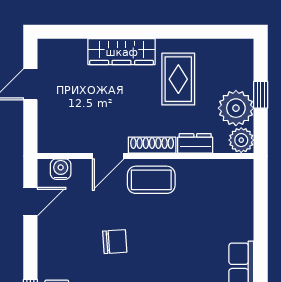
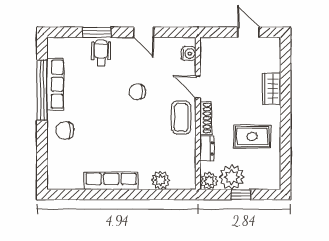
wardrobe: (122, 52) -> (271, 89), width x0.67
door: (30, 202) -> (144, 32), moved
plant: (240, 209) -> (161, 180), added
chair: (115, 242) -> (138, 92), turned 94

